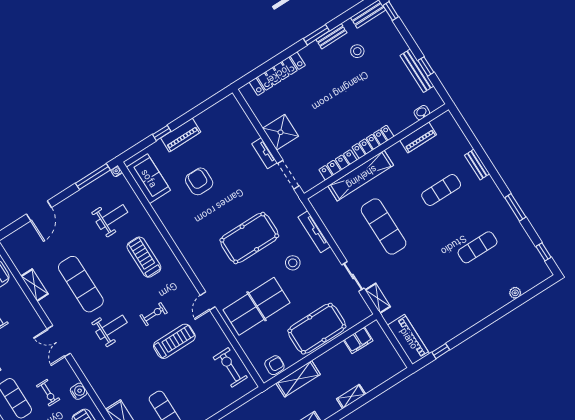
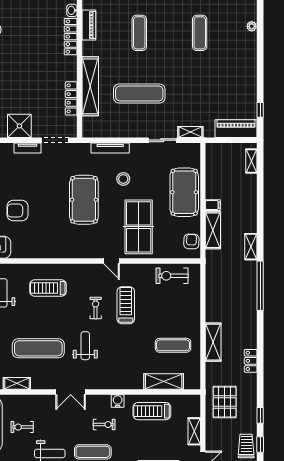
locker: (373, 142) -> (71, 37), moved
filing cabinet: (358, 340) -> (213, 205), moved, width x0.50
shelving: (351, 396) -> (251, 161), moved

